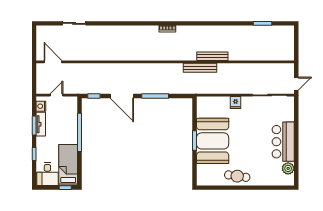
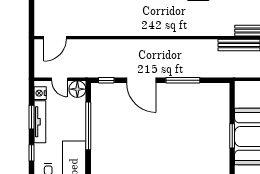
door: (53, 62) -> (55, 38), swing flipped
door: (57, 95) -> (60, 79), swing flipped
floor lamp: (71, 103) -> (77, 89), added
tv unit: (41, 124) -> (40, 122), width x1.41

